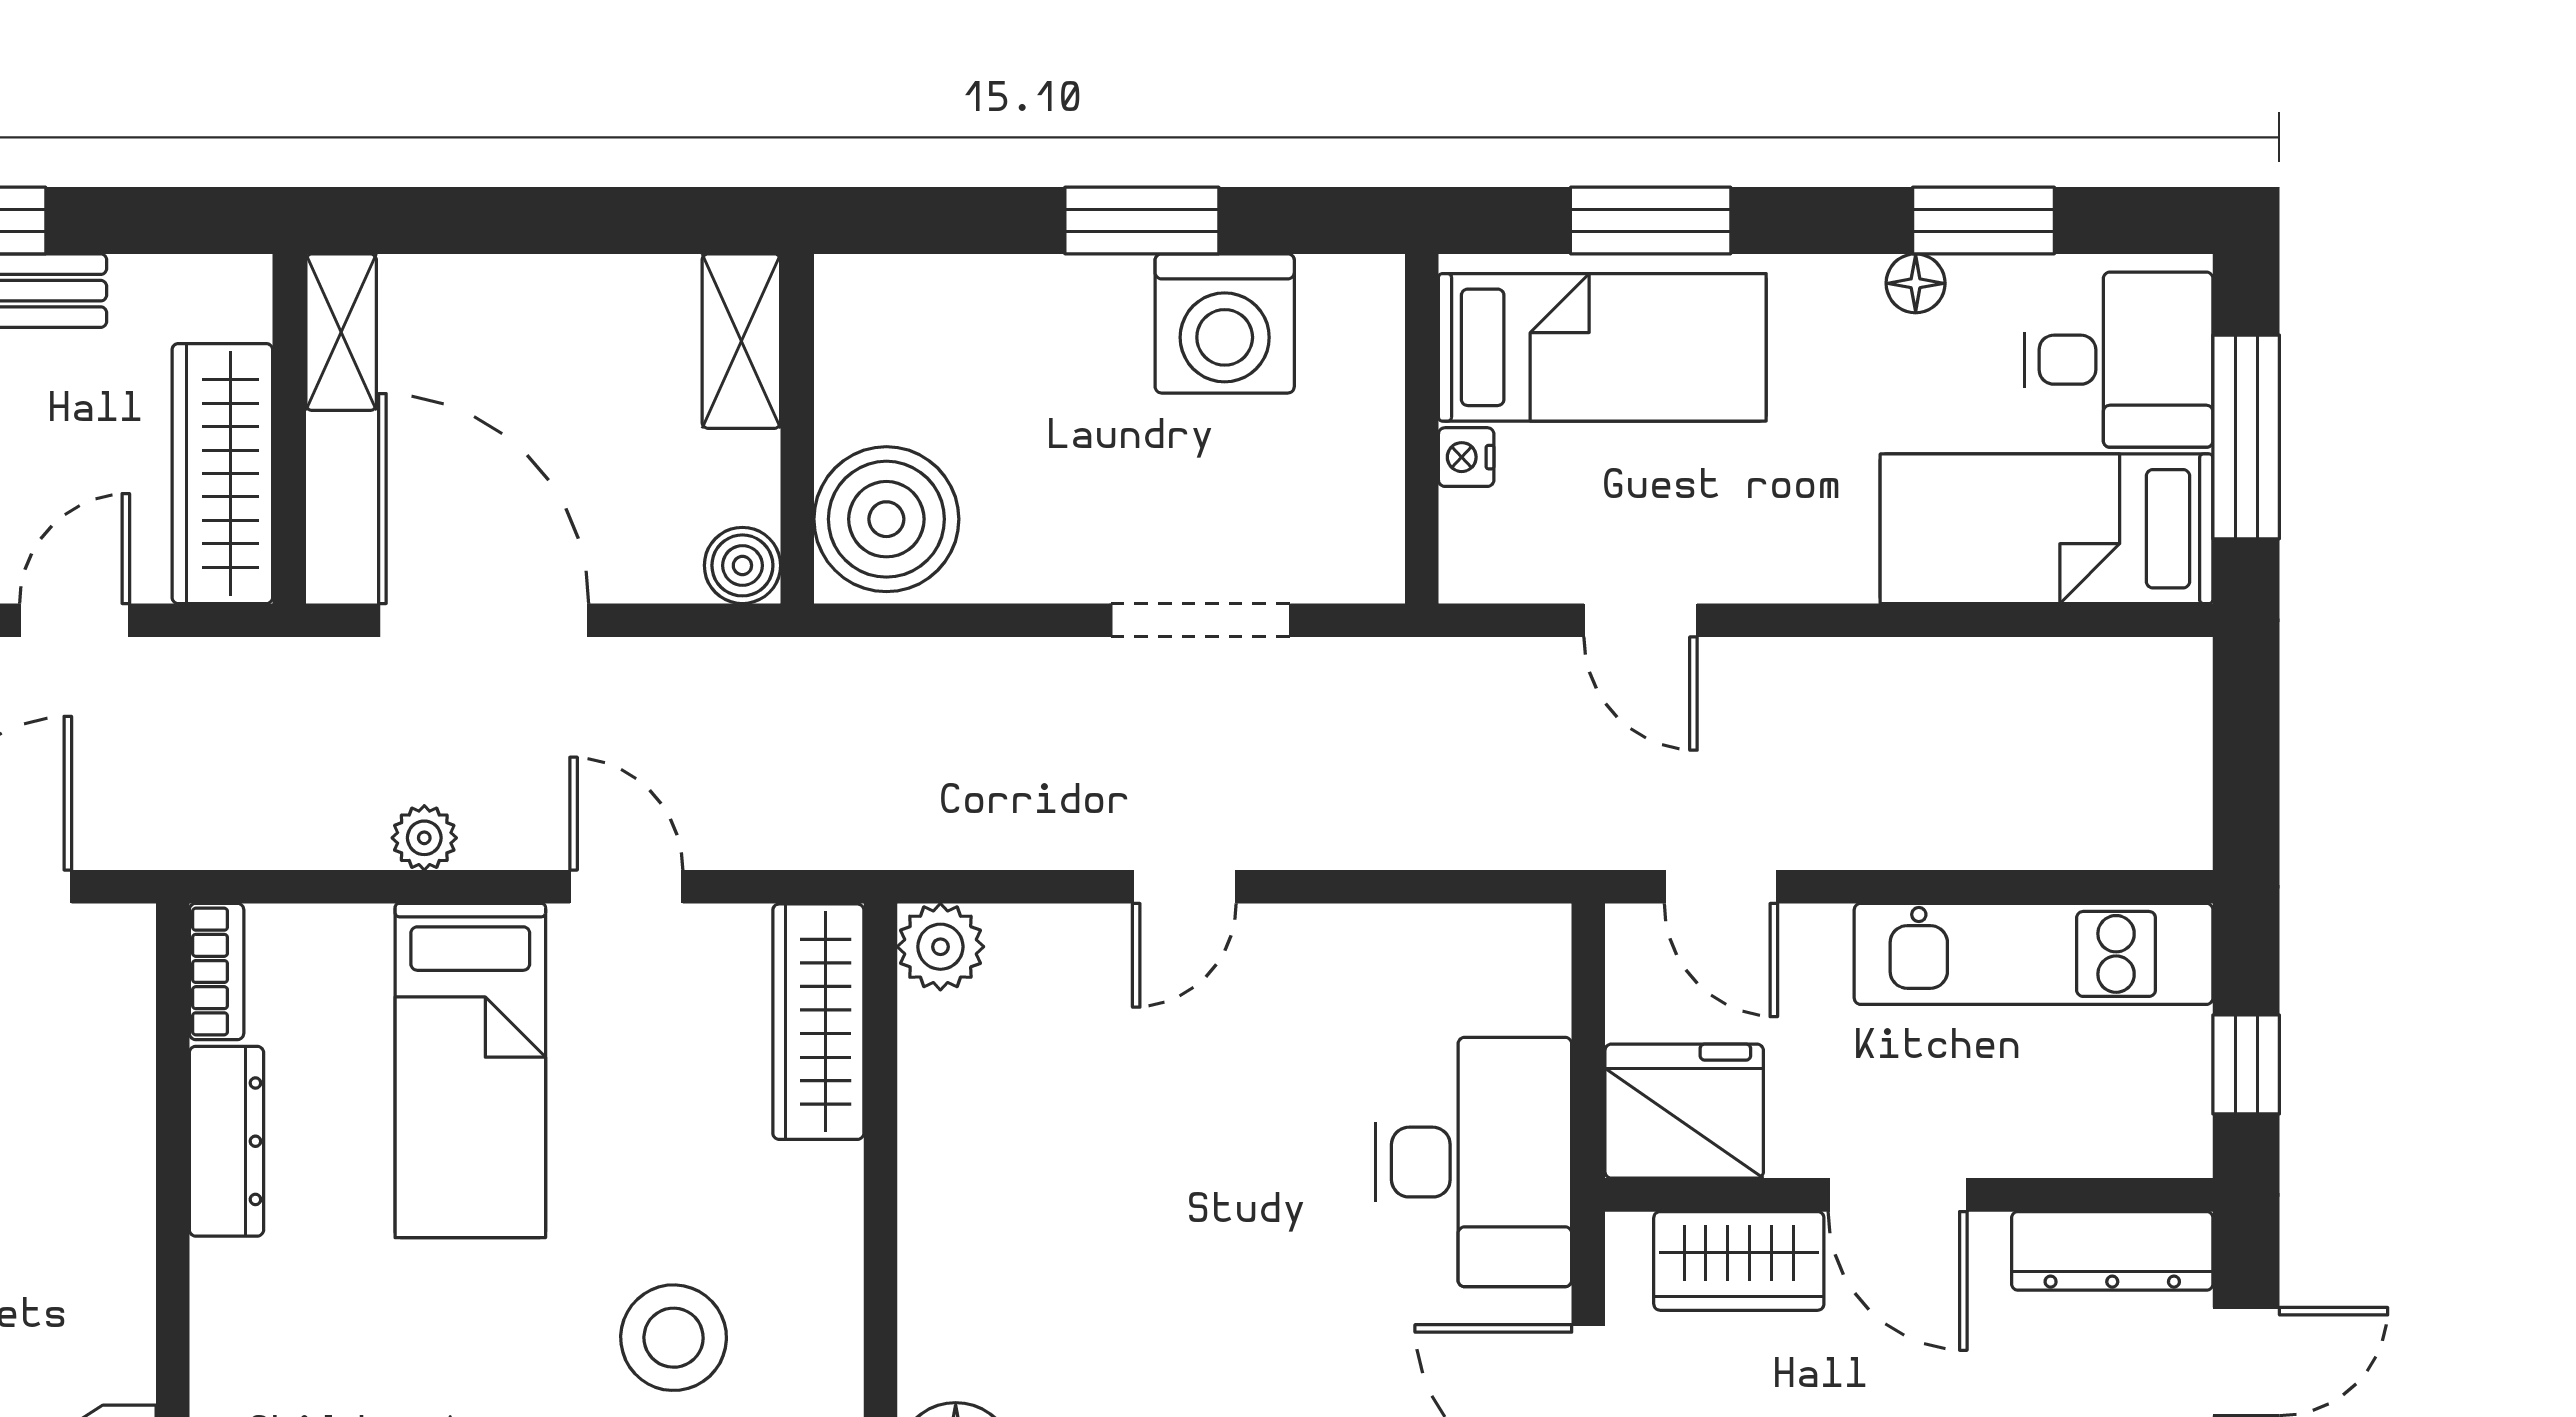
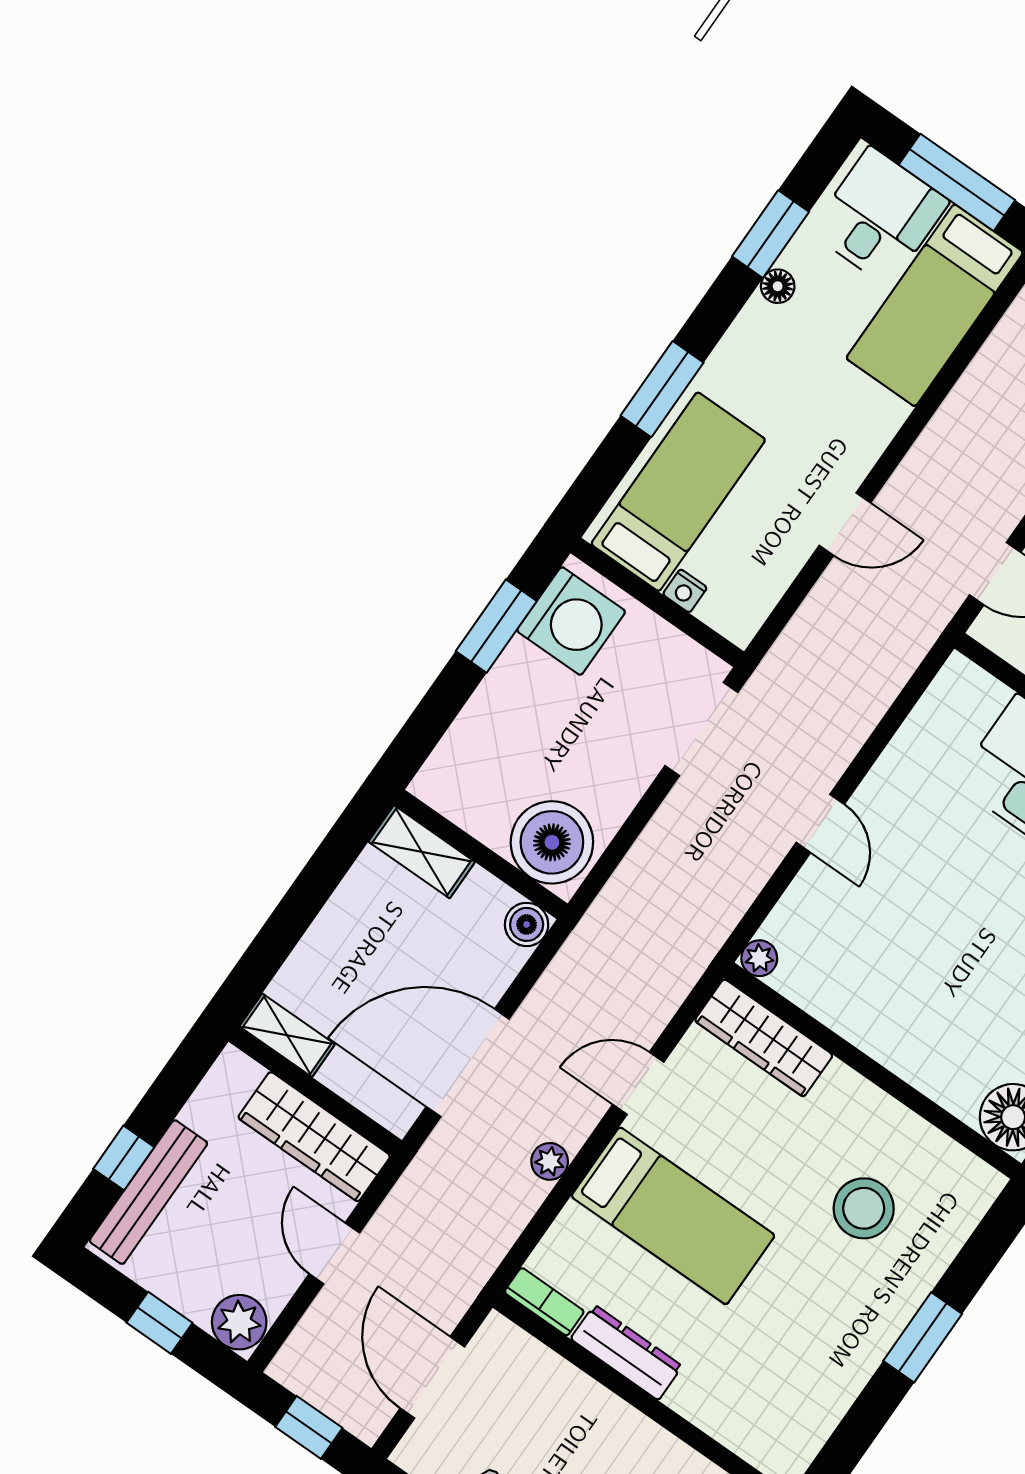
bed: (1602, 347) -> (678, 492), moved
wall: (1422, 429) -> (657, 602), moved
nightstand: (1466, 457) -> (685, 591), moved
plant: (940, 947) -> (759, 958), width x0.73, depth x0.73

